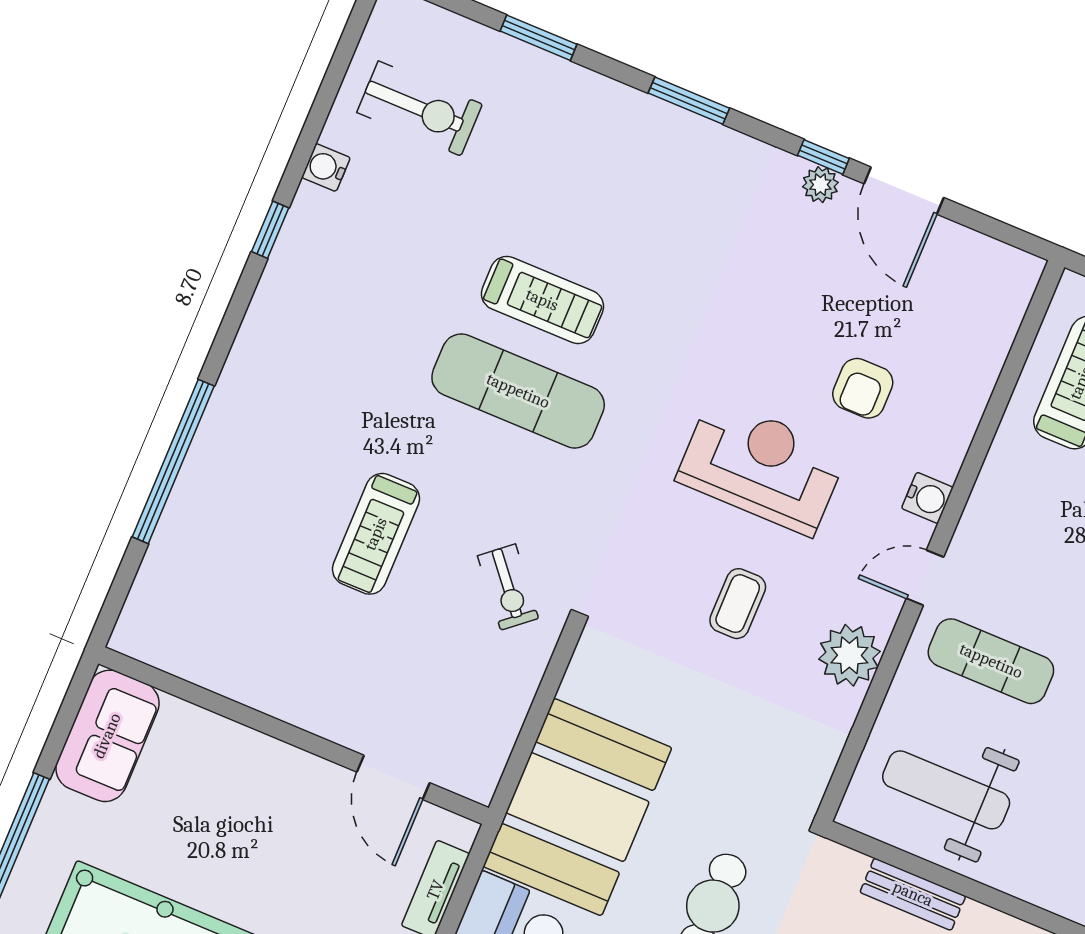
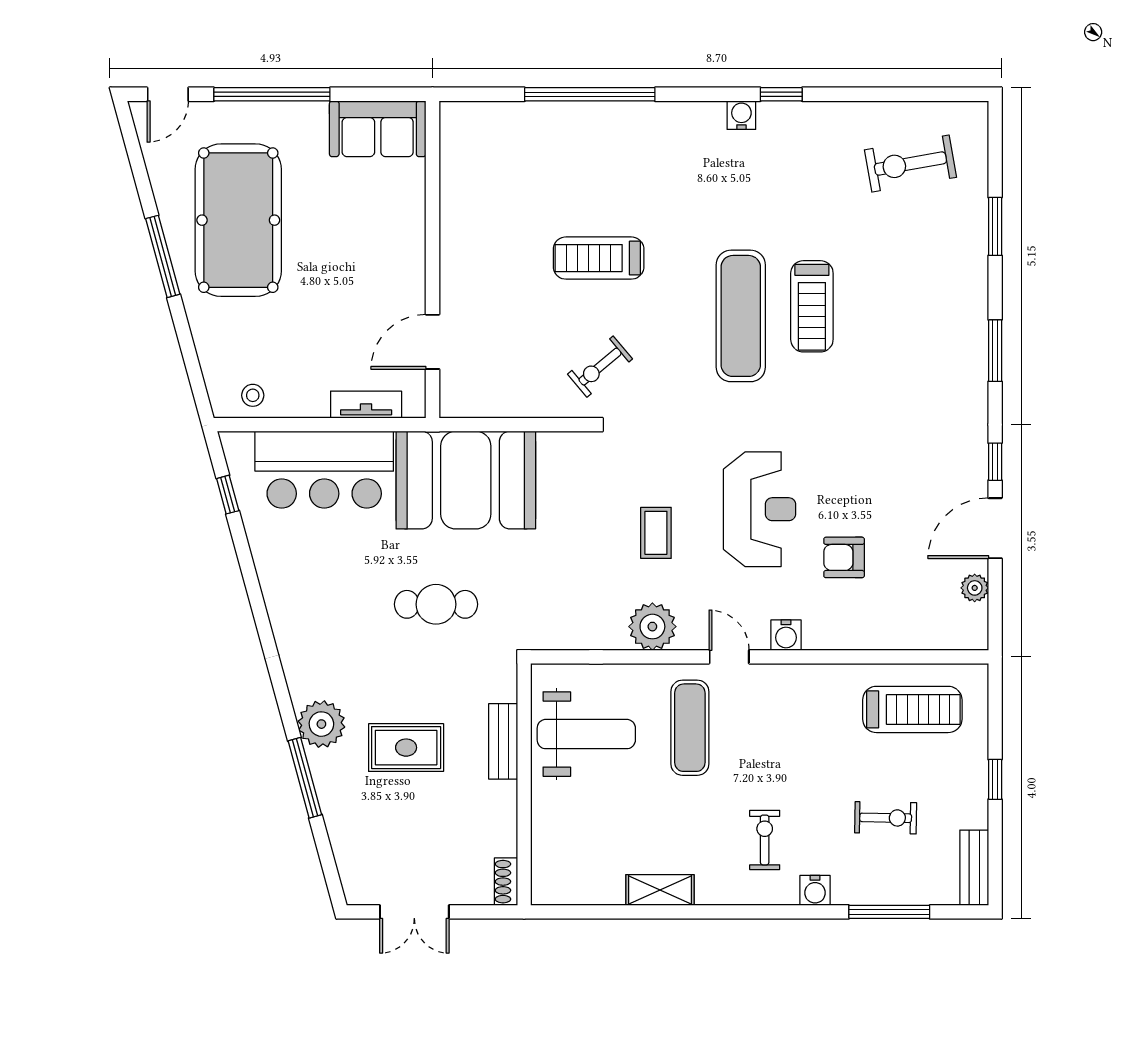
exercise bike: (419, 108) -> (910, 164), turned 80
water cooler: (326, 167) -> (741, 115), moved
plant: (820, 185) -> (975, 588), moved
coffee table: (738, 604) -> (656, 533), turned 90
weight bench: (946, 790) -> (586, 734), turned 90

